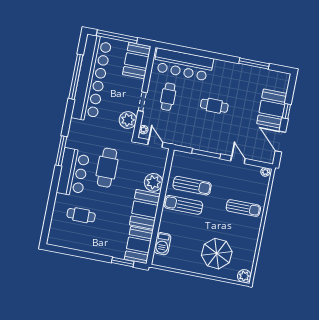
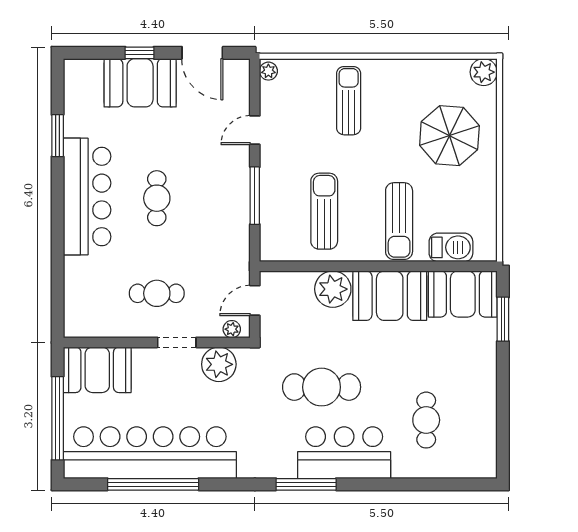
window: (254, 64) -> (58, 136), width x0.69
bar counter: (183, 65) -> (87, 197), moved
door: (280, 142) -> (202, 53), hinge flipped
sun lounger: (183, 205) -> (399, 221), moved

